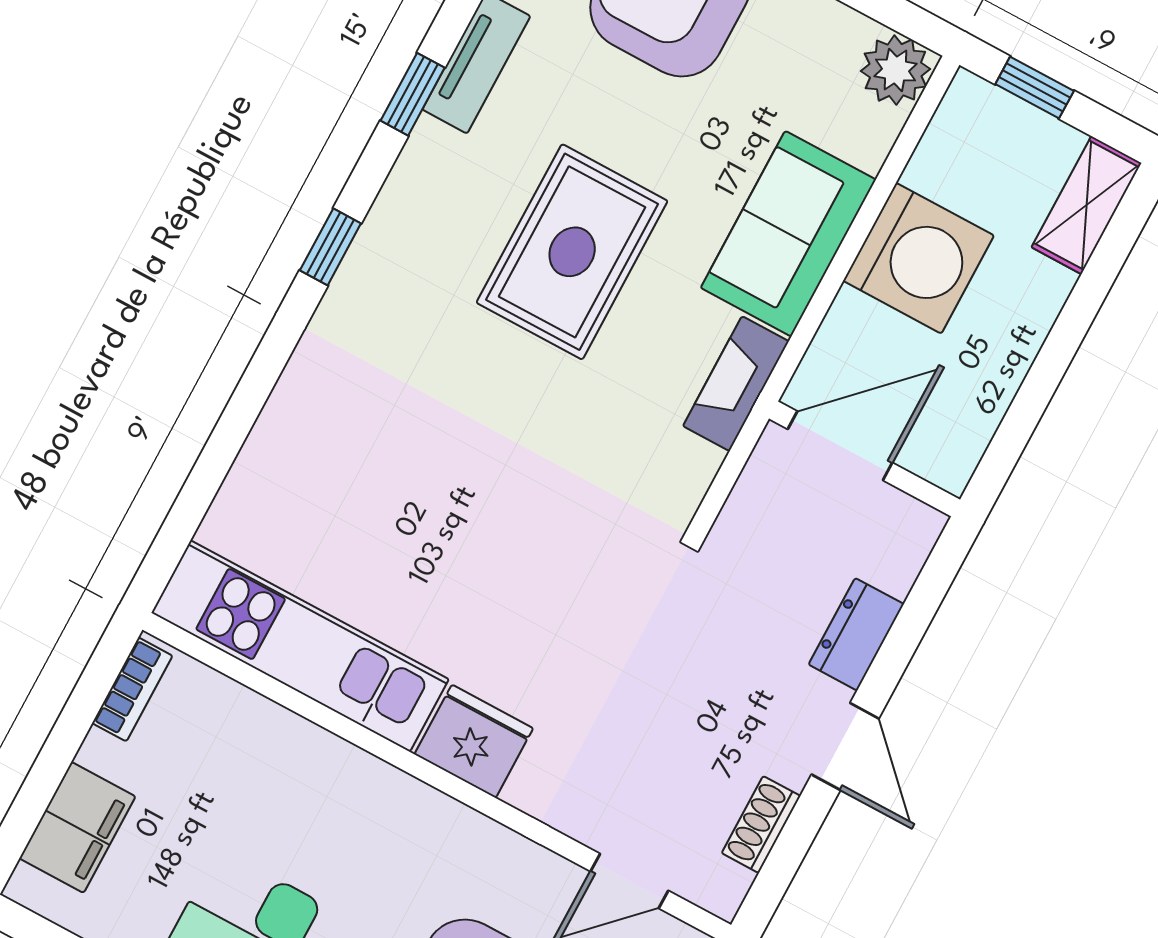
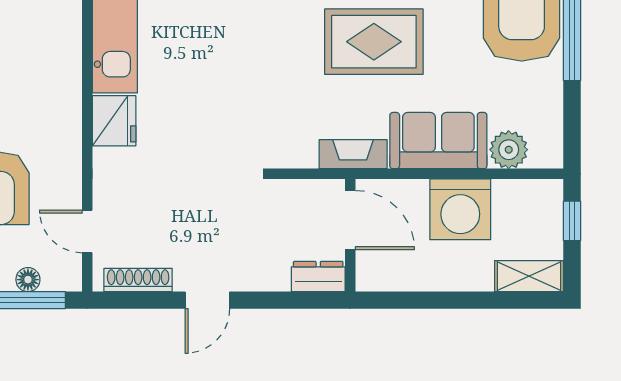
plant: (895, 70) -> (509, 150), moved
dresser: (856, 634) -> (318, 276), moved
shoe rack: (761, 825) -> (138, 280), width x1.43

